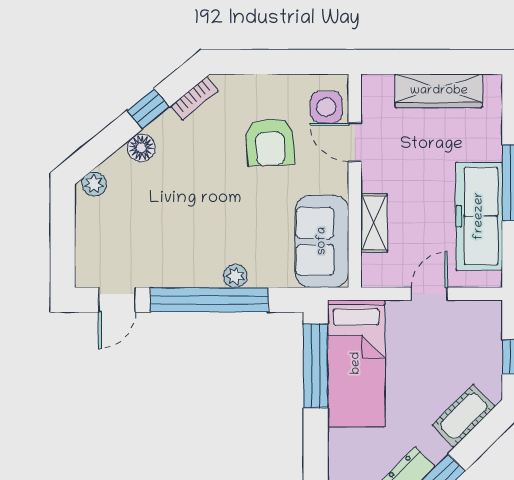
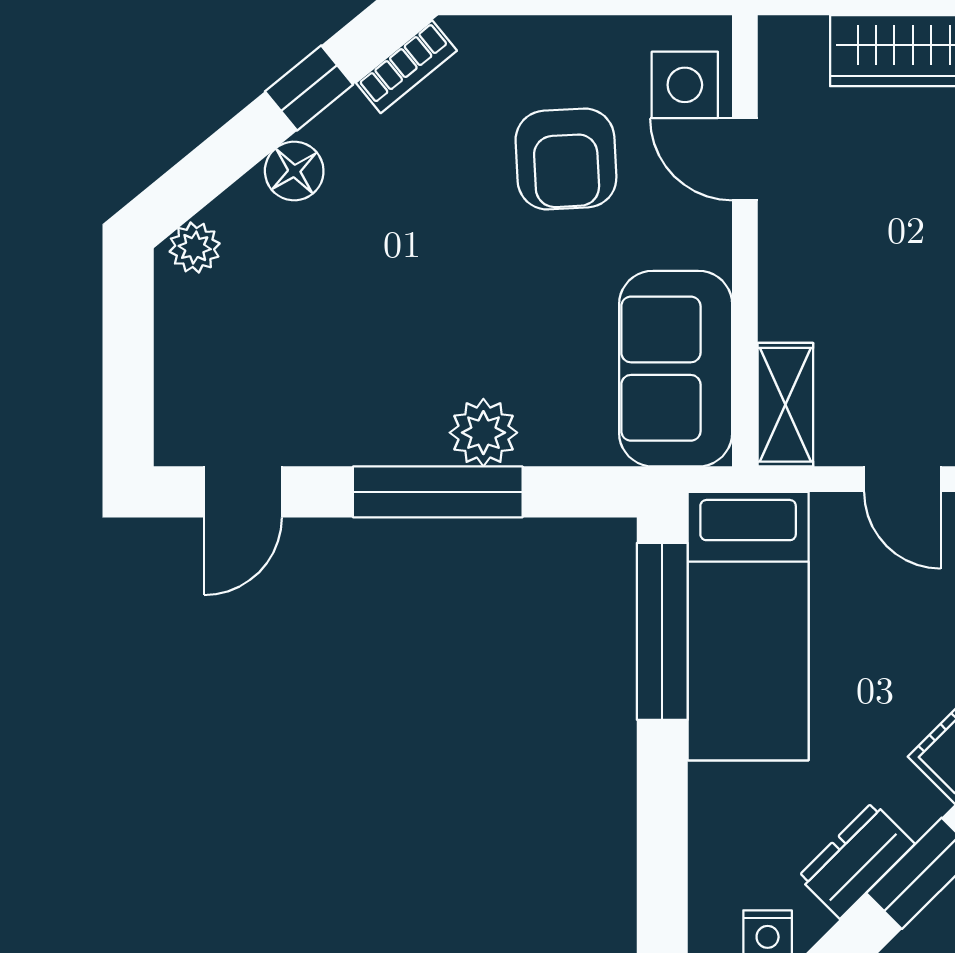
shelving: (374, 223) -> (785, 405), moved
plant: (235, 276) -> (483, 433), width x1.38, depth x1.38
door: (429, 294) -> (902, 479), swing flipped
window: (209, 300) -> (438, 492), width x0.68

